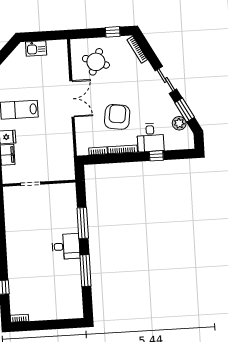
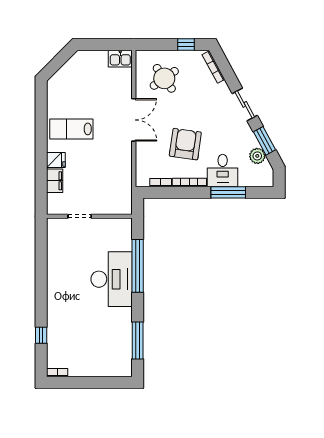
kitchen sink: (36, 49) -> (120, 59), moved
round table: (96, 62) -> (164, 78), turned 34
window: (156, 156) -> (228, 192), width x2.17
window: (83, 223) -> (138, 266), width x1.46
desk: (66, 246) -> (112, 279), width x1.87, depth x1.30
window: (86, 271) -> (138, 340), moved

